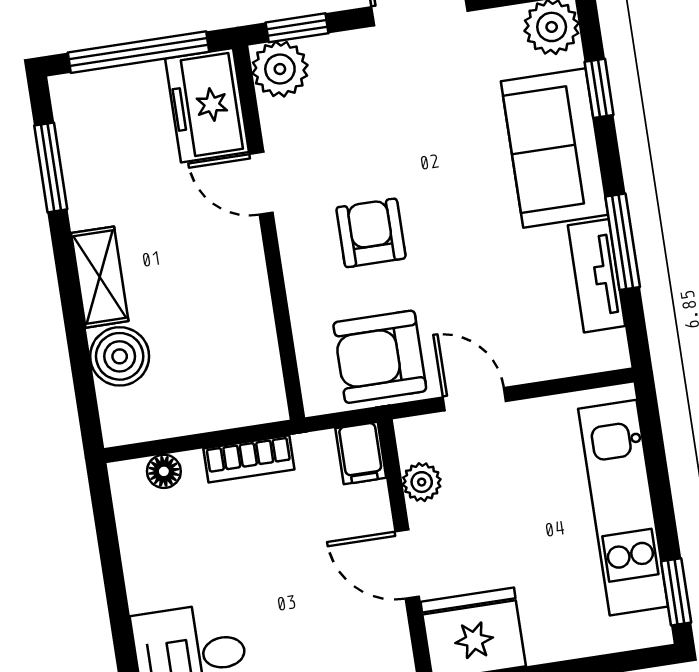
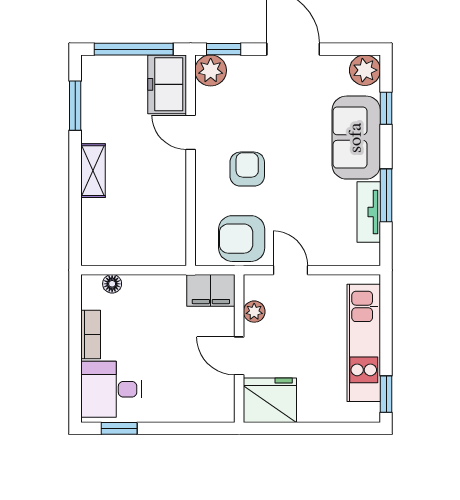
boiler: (120, 356) -> (97, 216), removed
filing cabinet: (361, 453) -> (211, 290), width x2.00
bookcase: (249, 459) -> (91, 335), moved, turned -90

